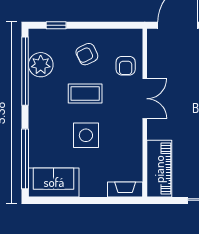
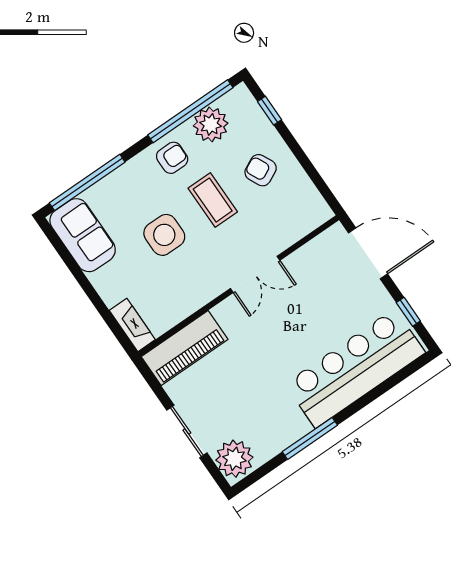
armchair: (126, 66) -> (172, 158), moved, turned 180

